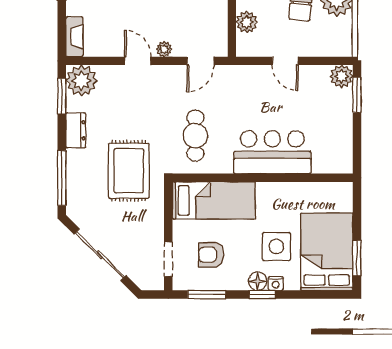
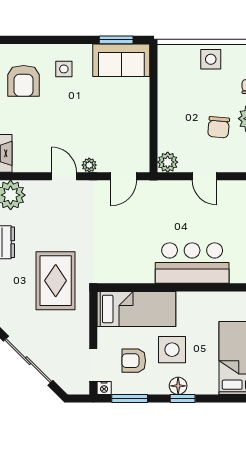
plant: (247, 22) -> (168, 162), moved
cafe table: (195, 136) -> (119, 247), removed
side table: (276, 246) -> (172, 350), moved
nightstand: (276, 284) -> (104, 388), moved

